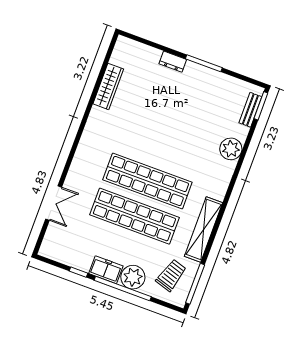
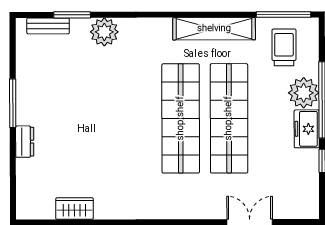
wardrobe: (108, 86) -> (74, 209), width x0.67
window: (261, 106) -> (72, 15), moved
trolley: (171, 275) -> (284, 47), turned 73

